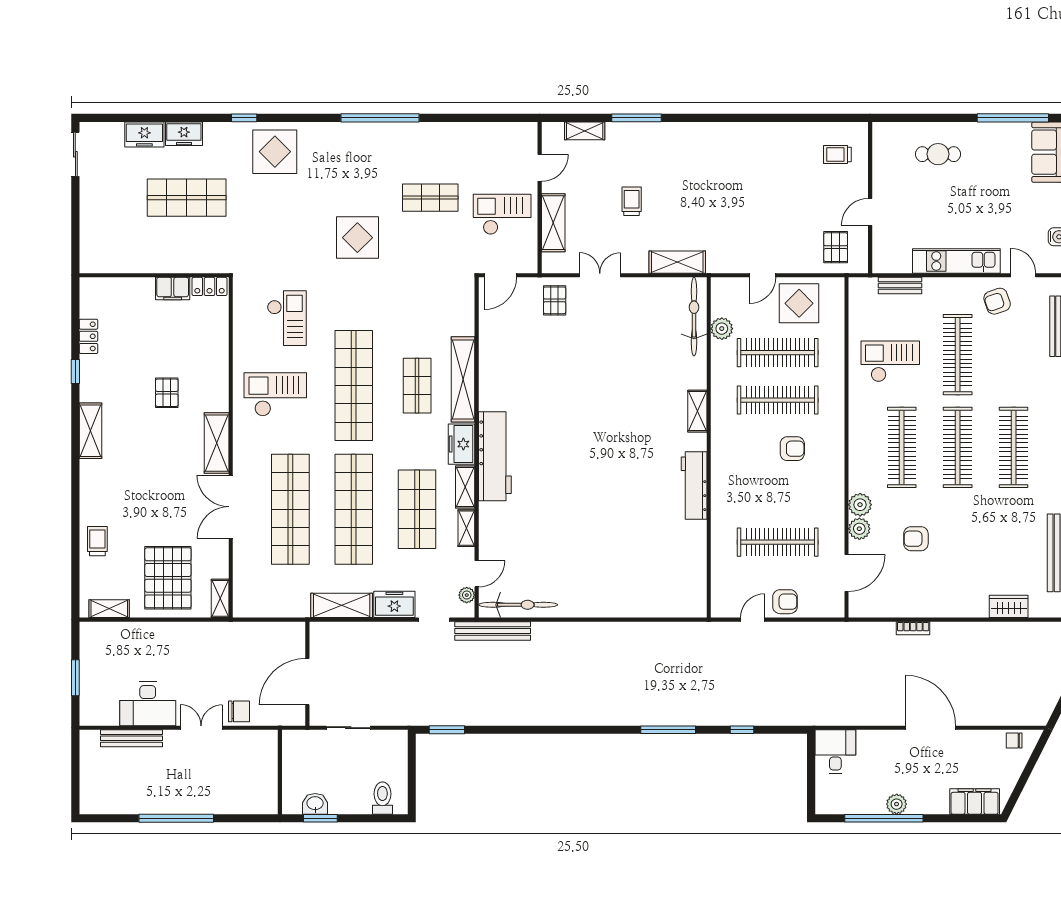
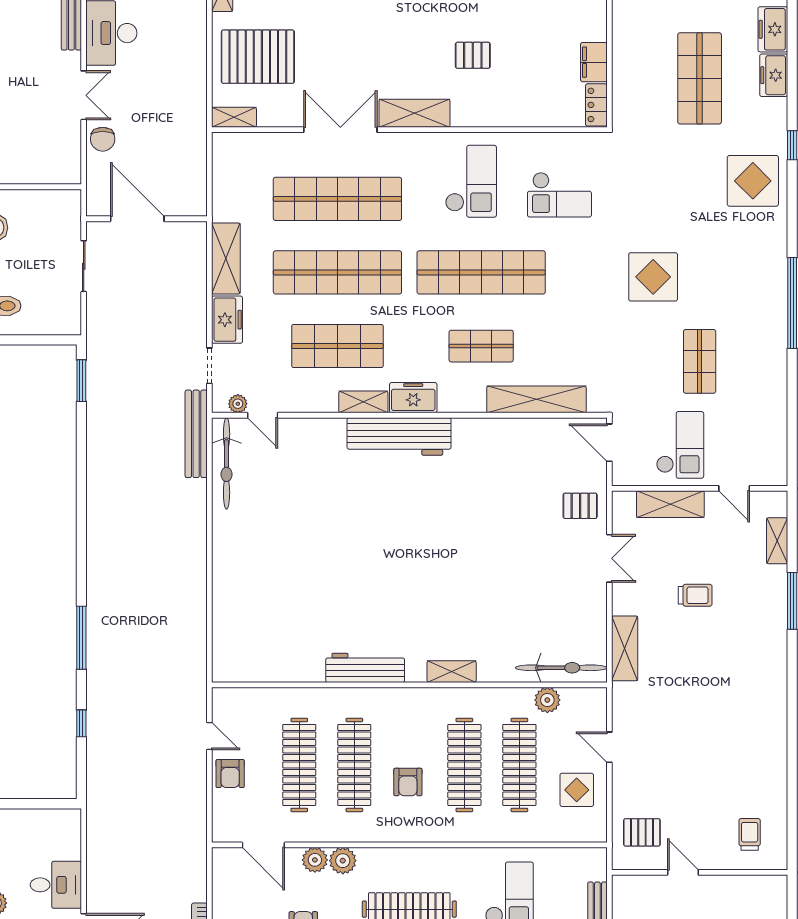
display table: (799, 303) -> (577, 790), width x0.73, depth x0.73
shelving: (463, 379) -> (536, 399), moved
clothes rail: (778, 495) -> (354, 765), added
shelving: (466, 528) -> (316, 403), removed
desk: (835, 752) -> (56, 885), moved

